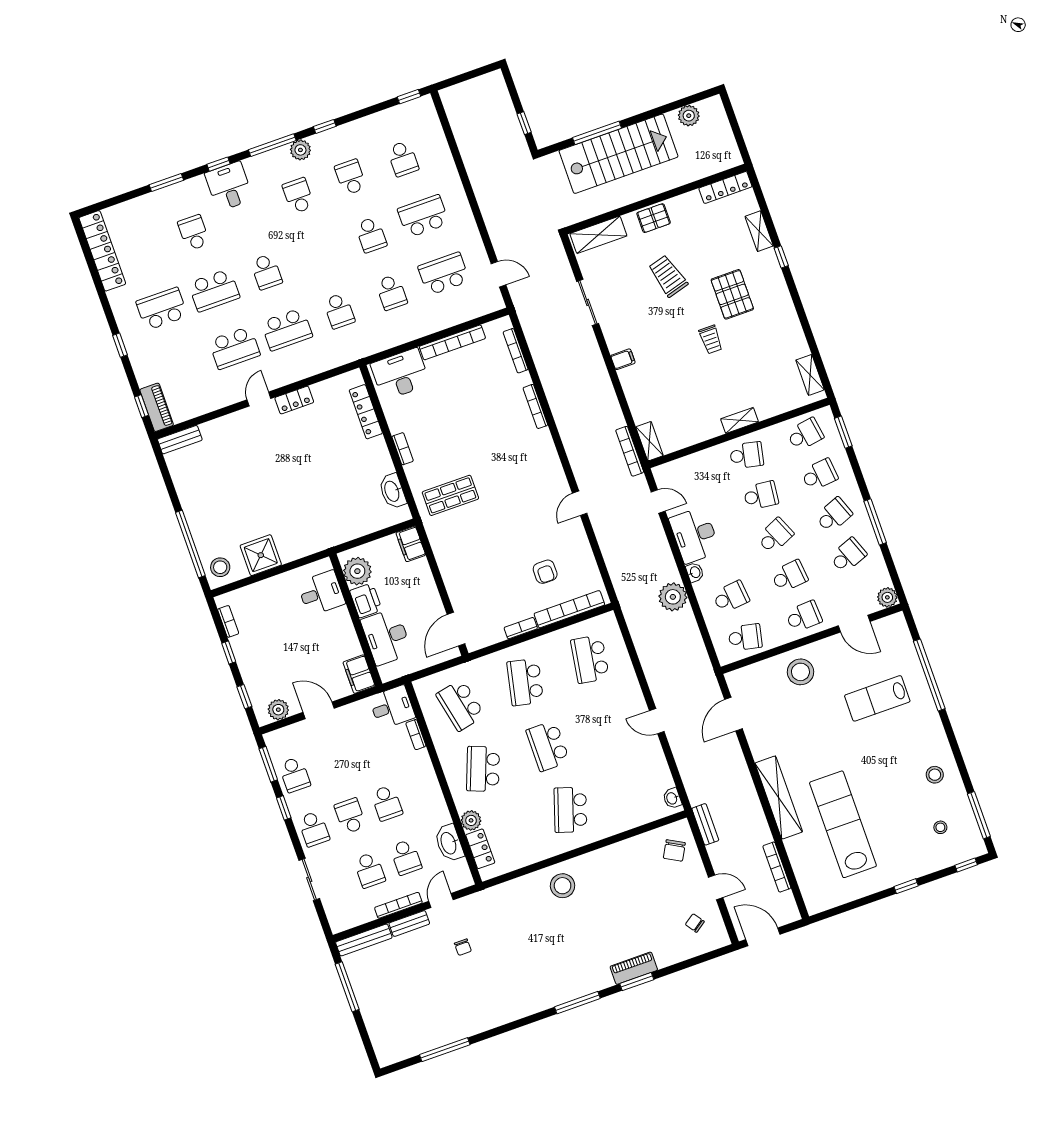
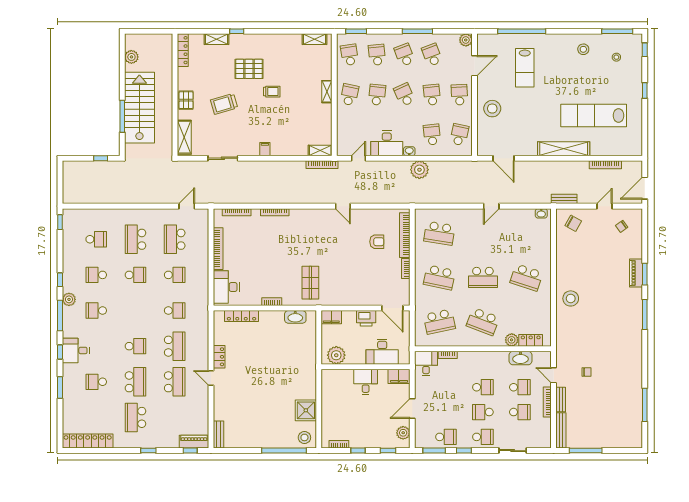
desk: (321, 593) -> (366, 382), moved
printer: (366, 600) -> (366, 318), moved, turned 180

